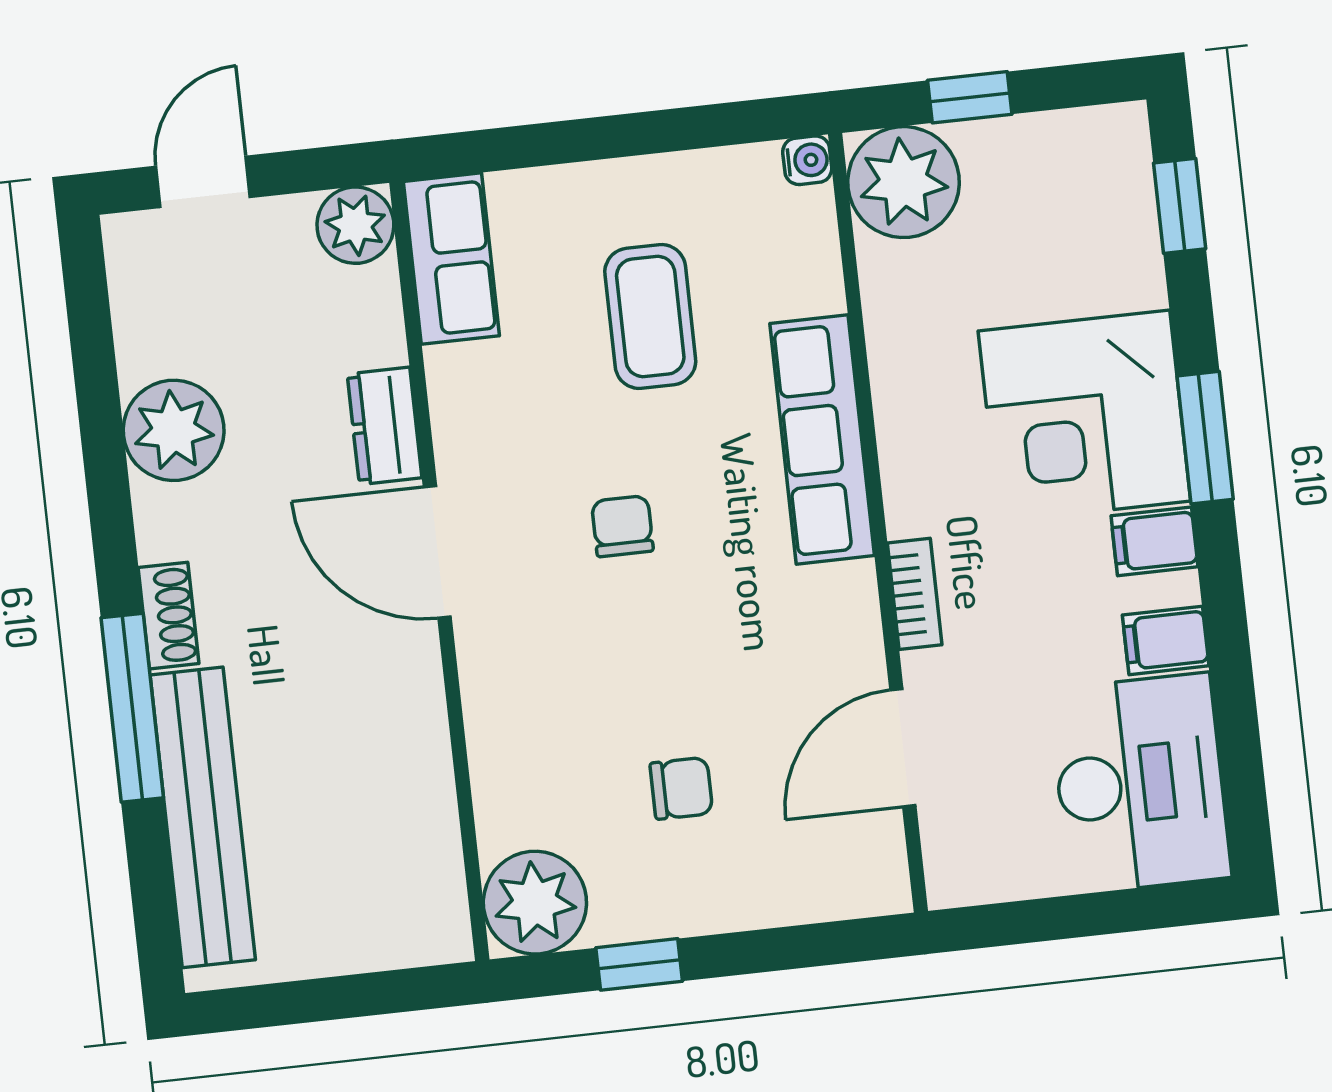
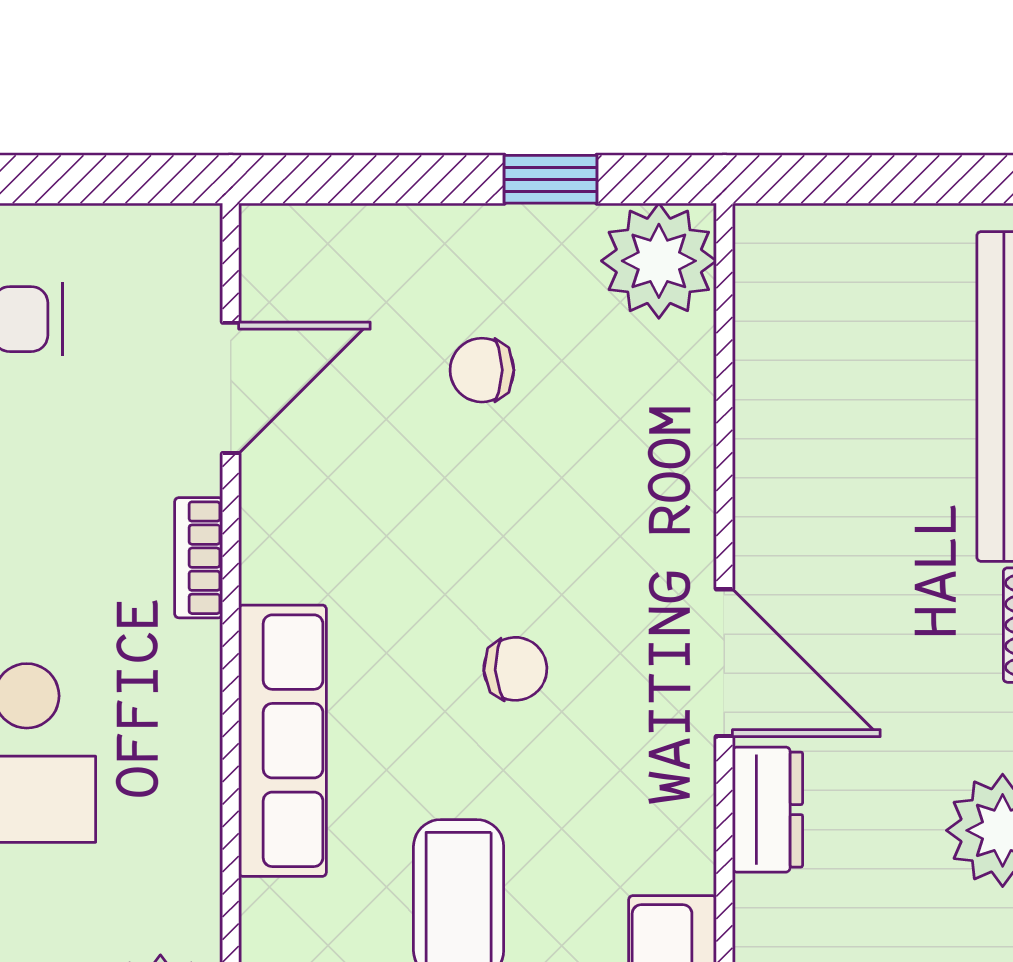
chair: (622, 526) -> (515, 669), turned -93

